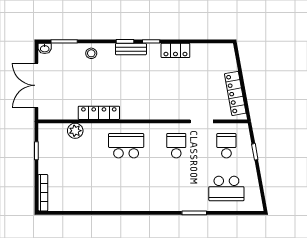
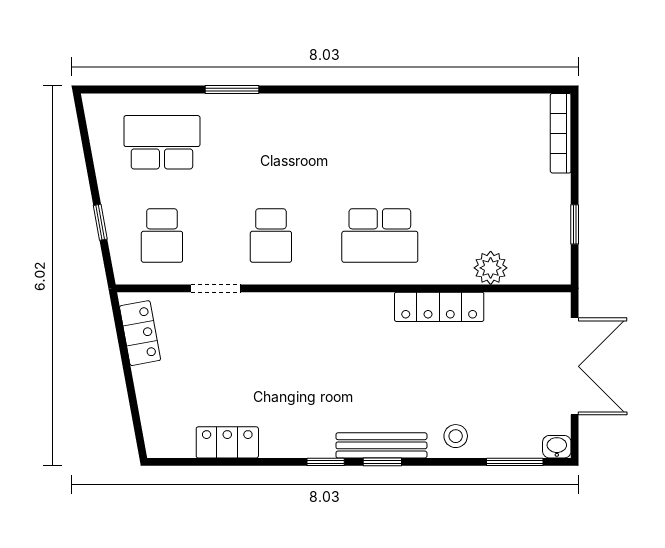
bench: (131, 49) -> (381, 445), width x1.36
locker: (175, 50) -> (227, 442), moved
locker: (235, 93) -> (140, 333), width x0.66

